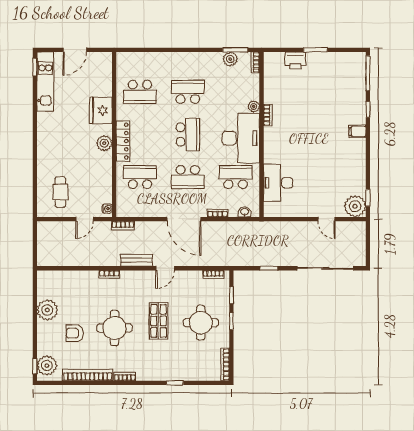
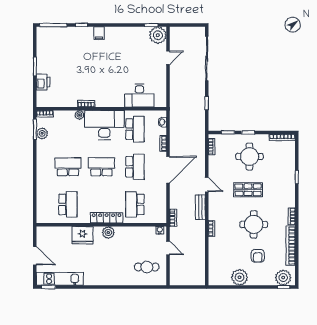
school desk: (188, 92) -> (68, 167), turned 90
school desk: (236, 177) -> (135, 129), turned 180

